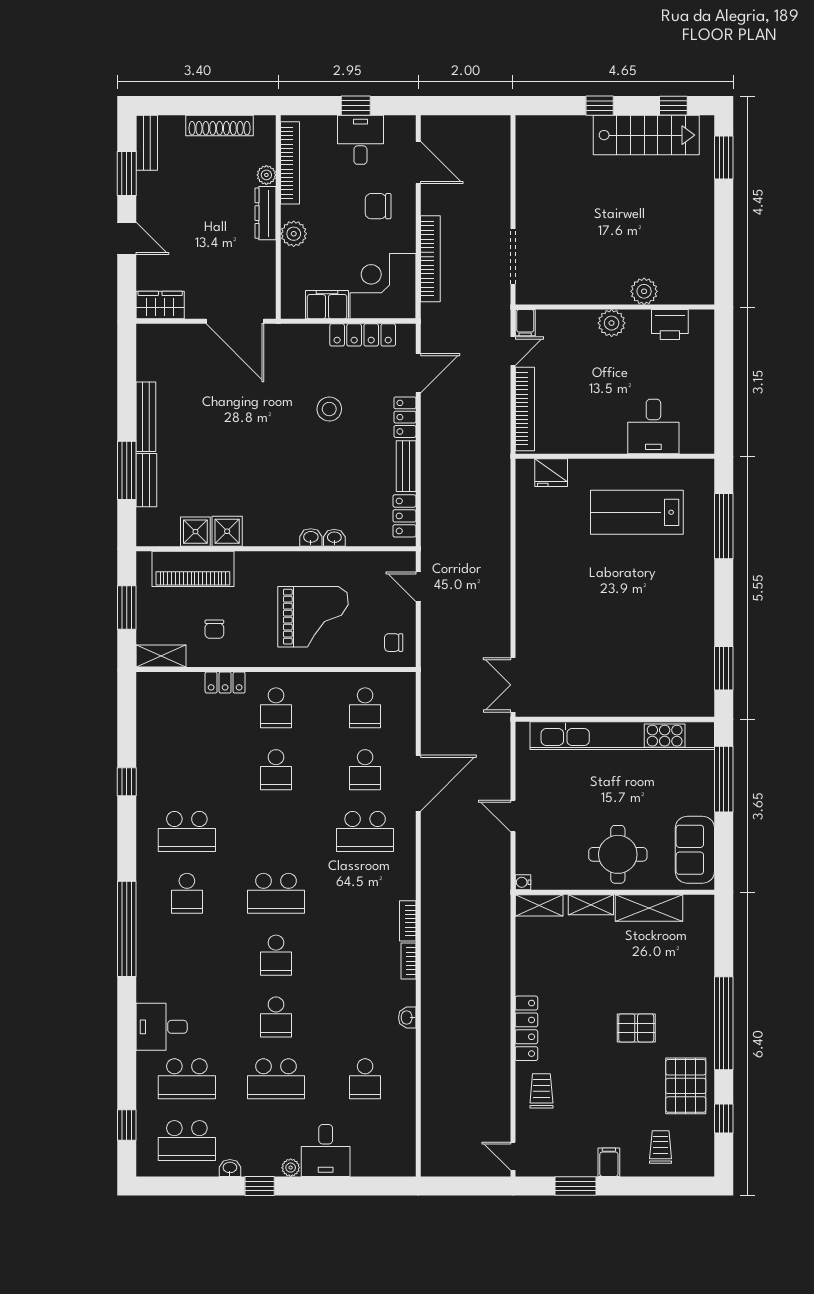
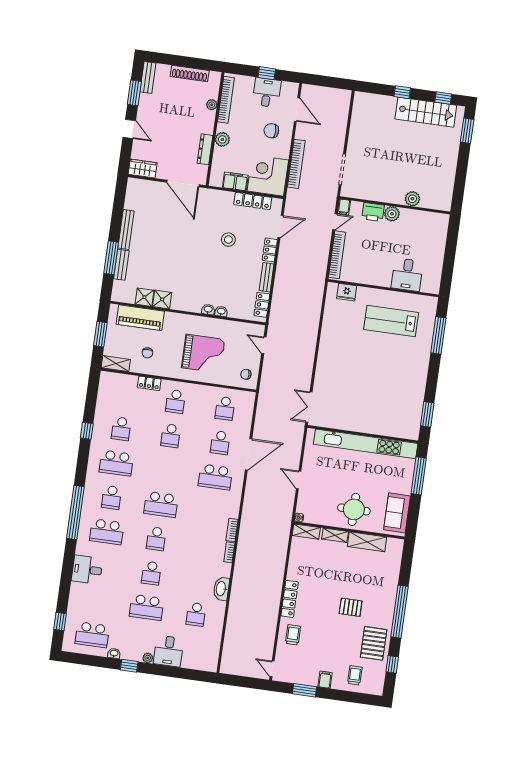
dresser: (266, 213) -> (205, 149), moved
printer: (670, 325) -> (373, 212), moved
school desk: (187, 770) -> (121, 429), added
washbasin: (407, 1018) -> (221, 589), width x1.91, depth x1.45
school desk: (187, 1079) -> (107, 532), moved

